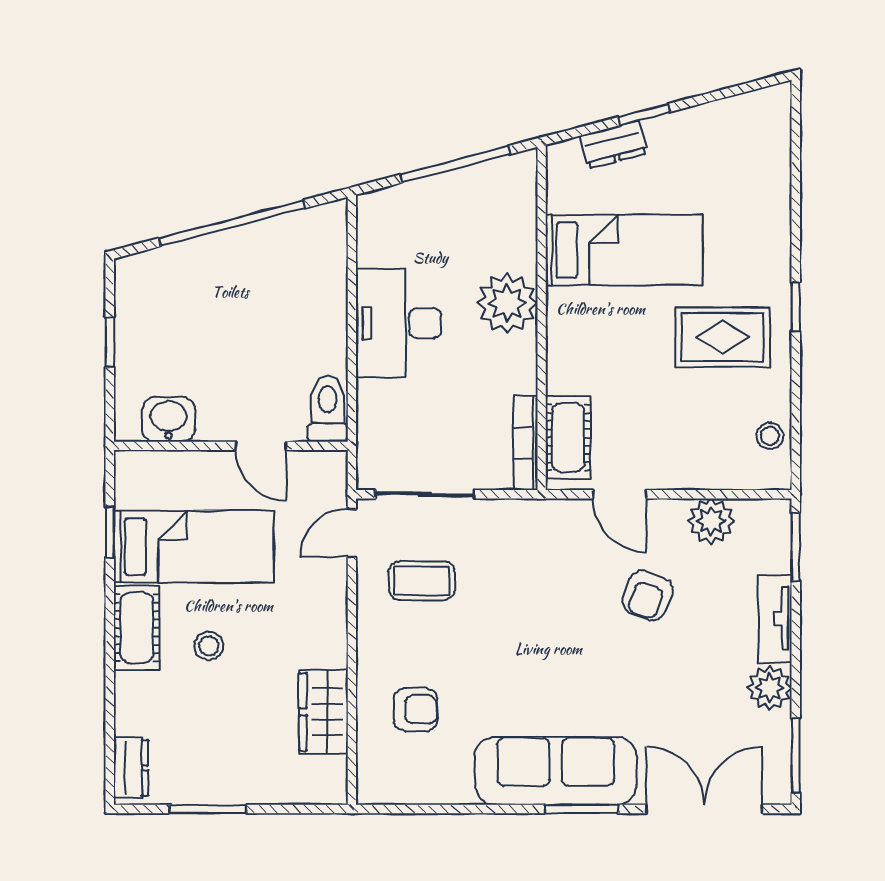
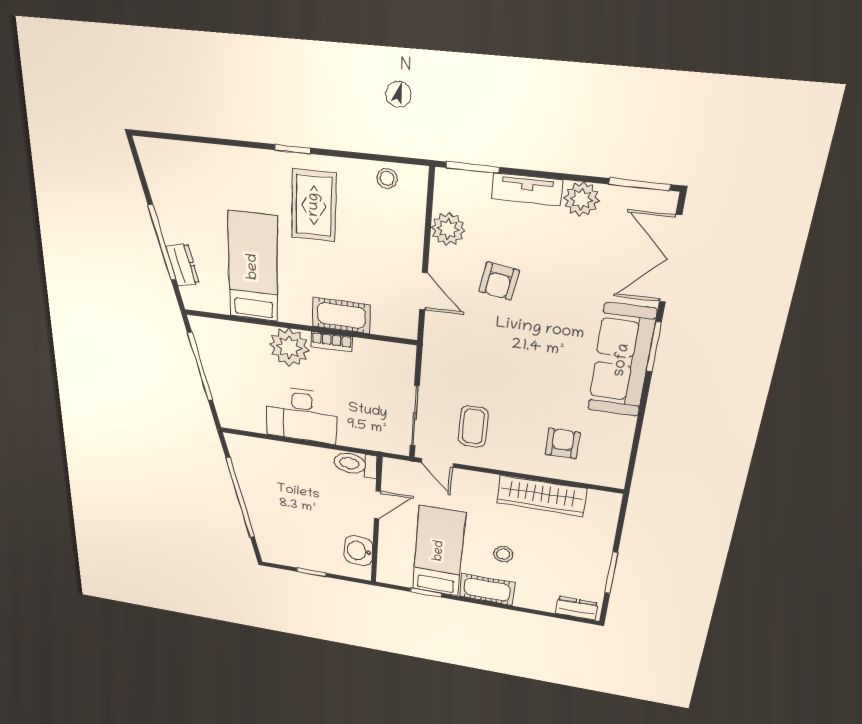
window: (644, 115) -> (162, 243), width x2.17
cot: (568, 437) -> (341, 315), moved
bookcase: (525, 443) -> (332, 342), moved, width x0.64
door: (619, 494) -> (423, 291), hinge flipped
armchair: (647, 595) -> (499, 281), turned 78
wardrobe: (323, 712) -> (541, 496), width x1.50

